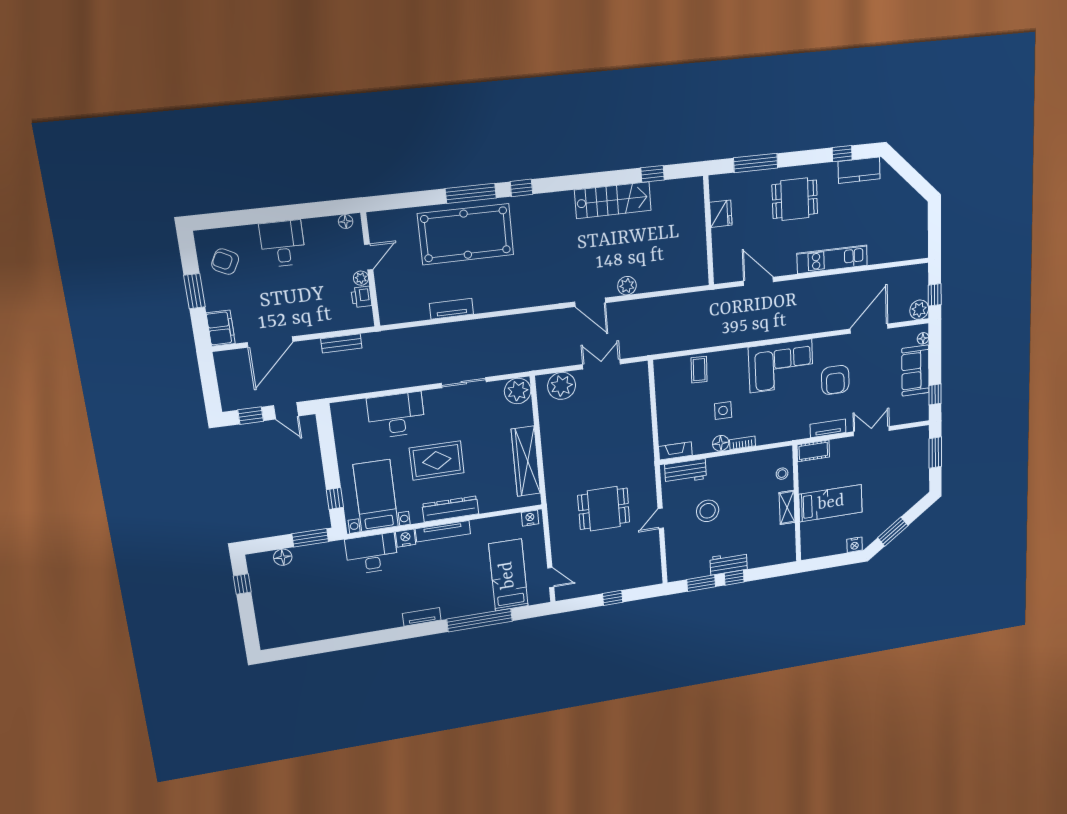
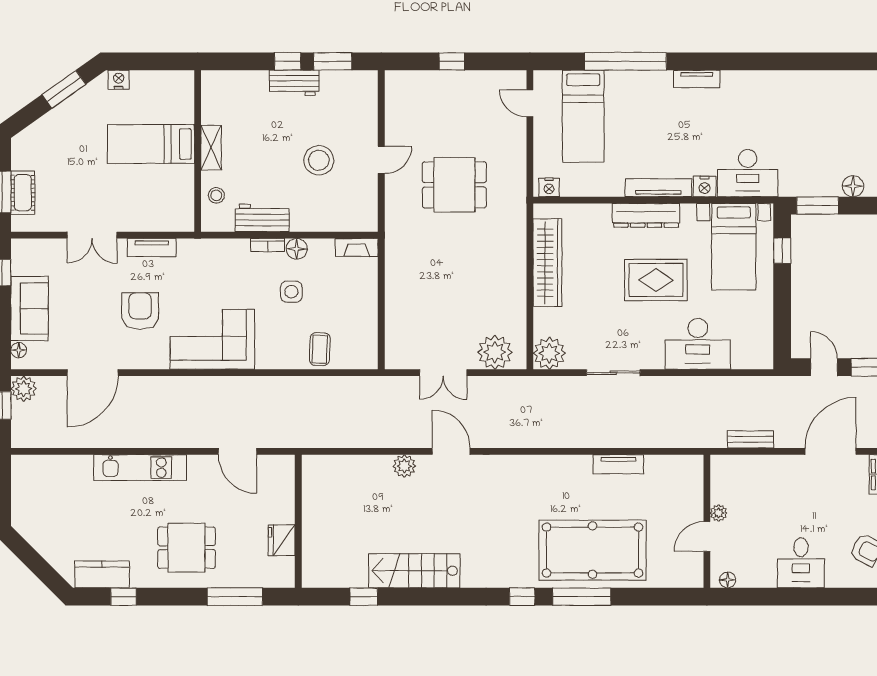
printer: (361, 297) -> (721, 491), removed
cot: (813, 451) -> (23, 193), moved, turned 90
workbench: (685, 472) -> (262, 218), moved

